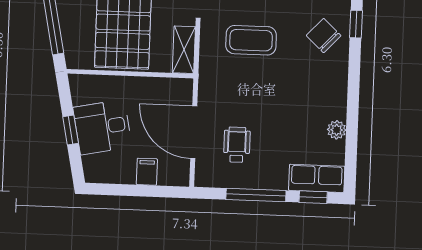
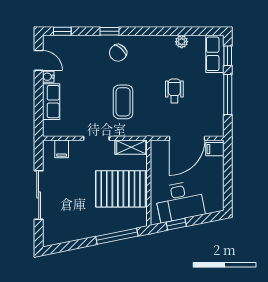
desk: (103, 127) -> (180, 201), width x1.37
window: (71, 130) -> (176, 224), moved
wheelchair: (237, 145) -> (174, 91), moved, turned 90
filing cabinet: (147, 172) -> (215, 149), moved

